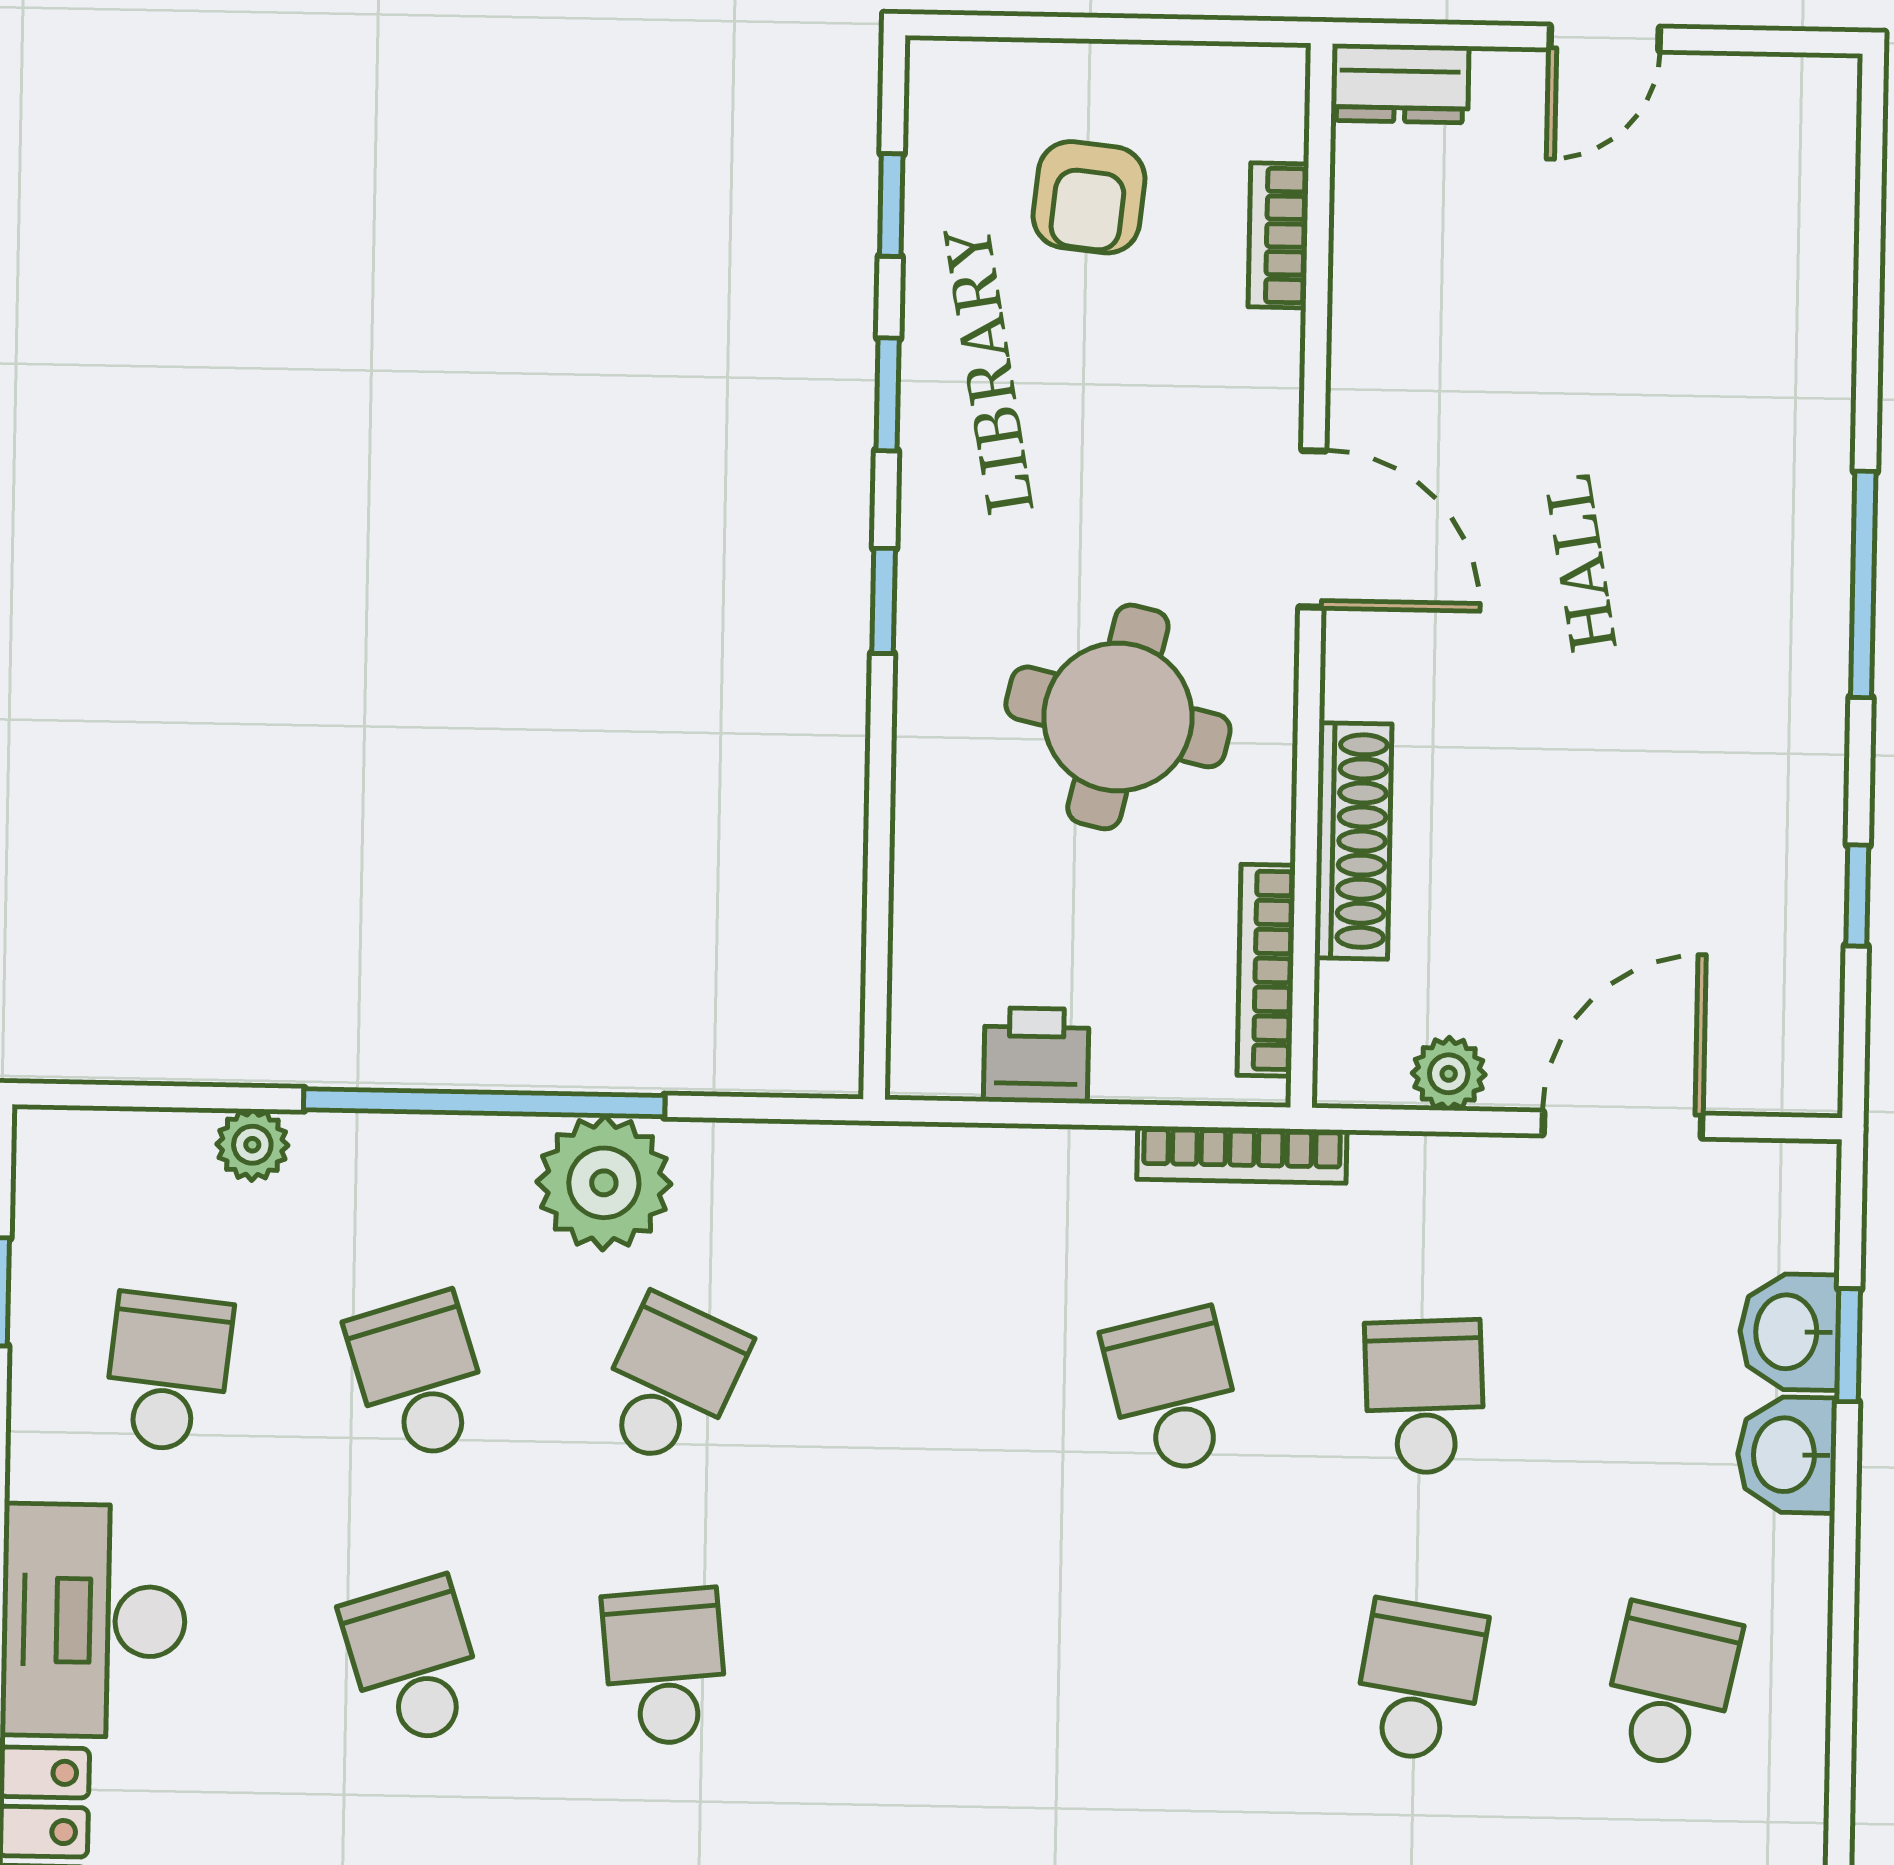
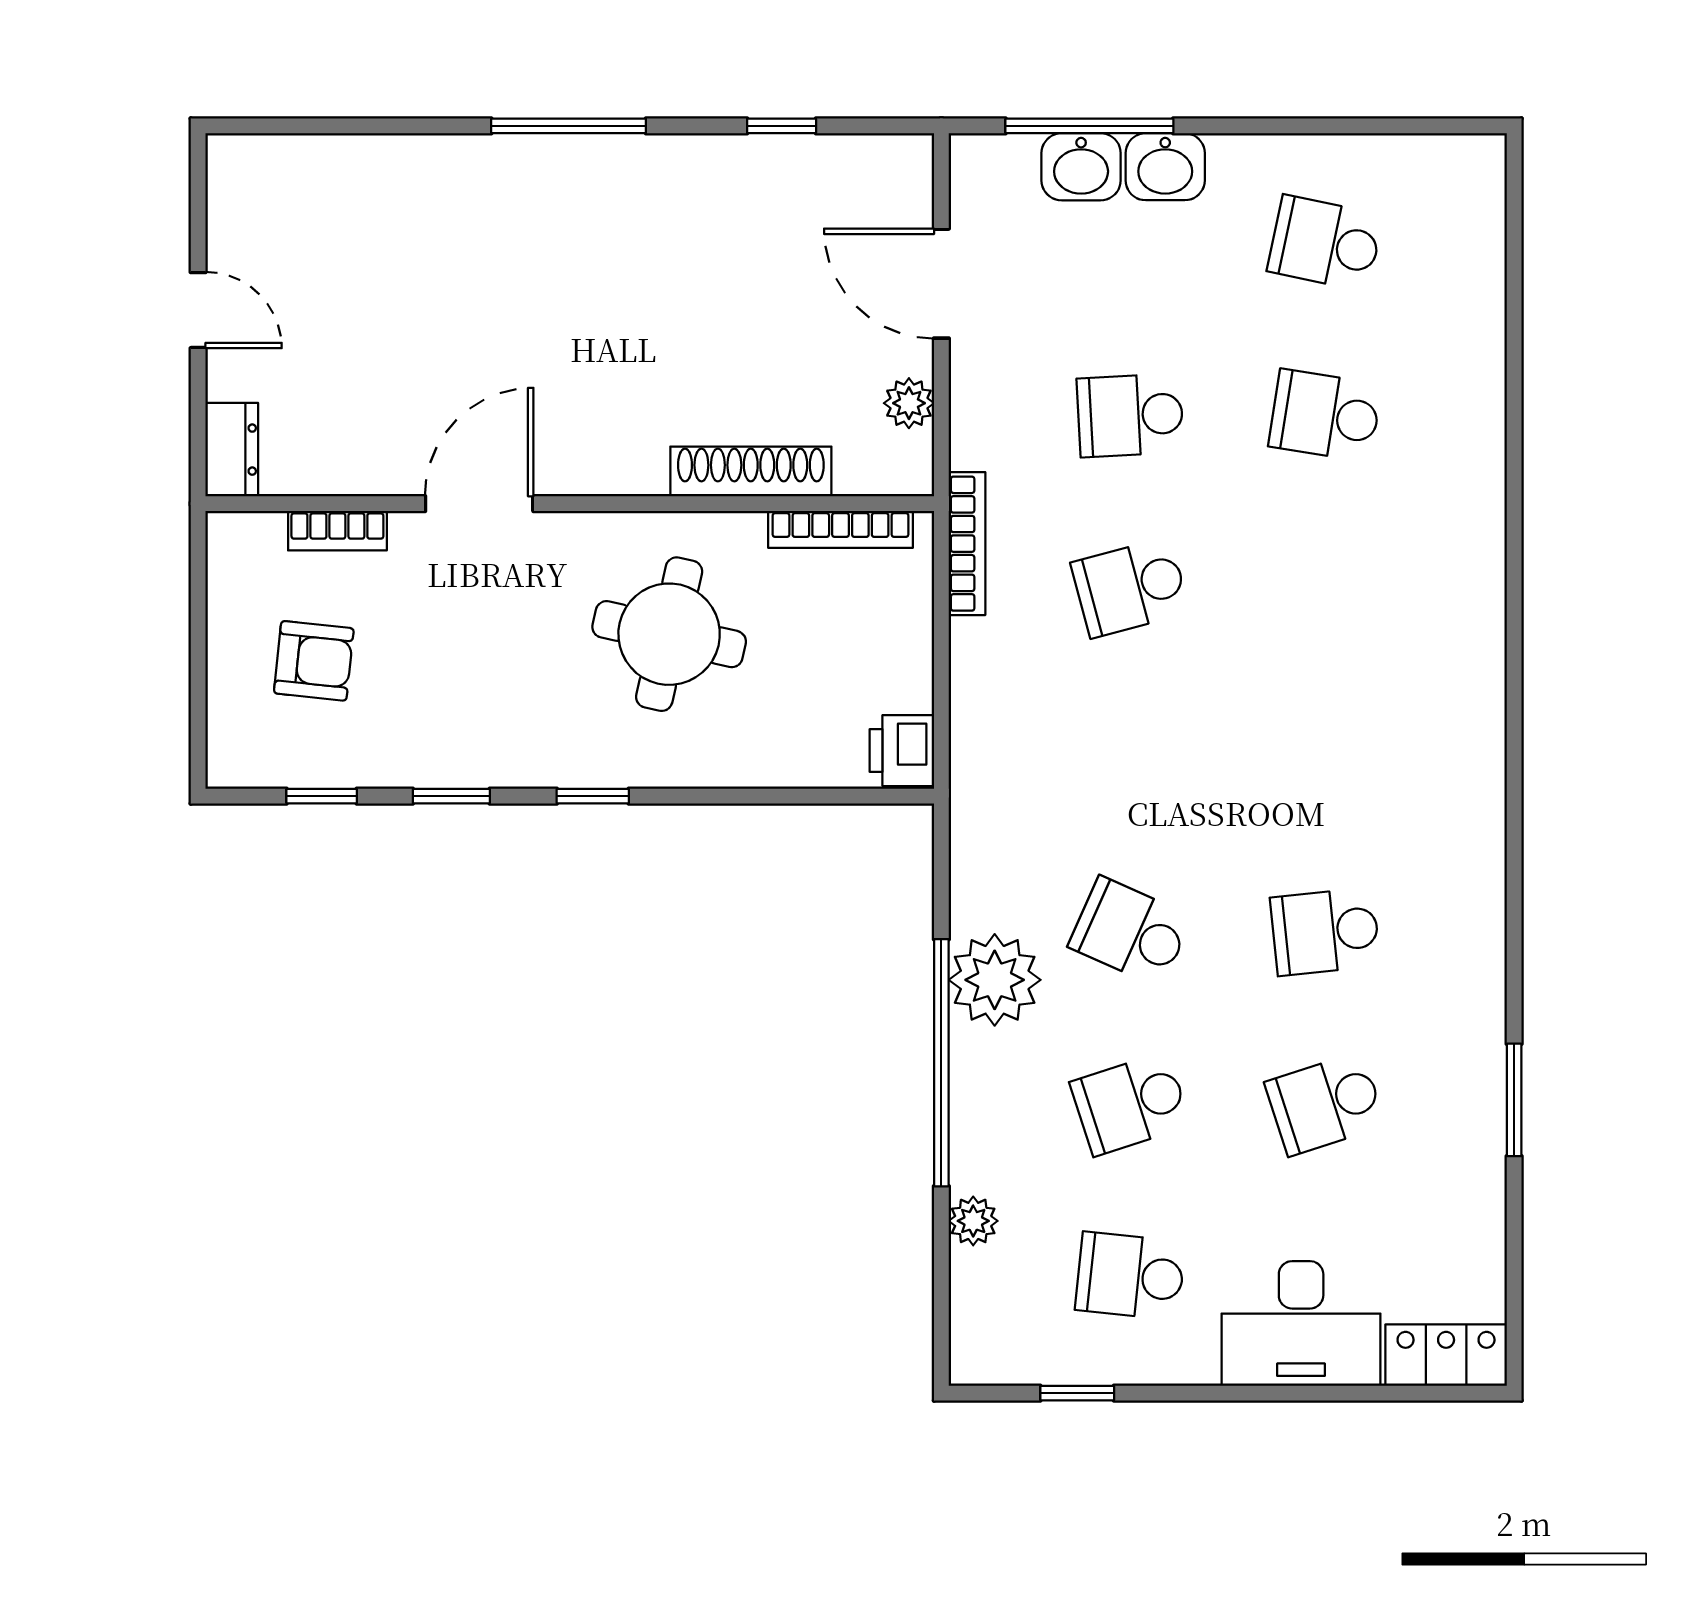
door: (1312, 529) -> (479, 504), moved
printer: (1036, 1055) -> (902, 751), moved
window: (1849, 1345) -> (1089, 126), width x2.17

